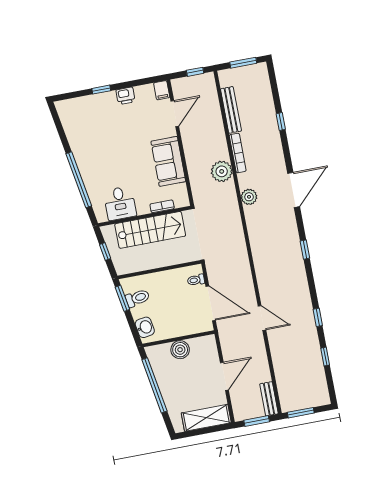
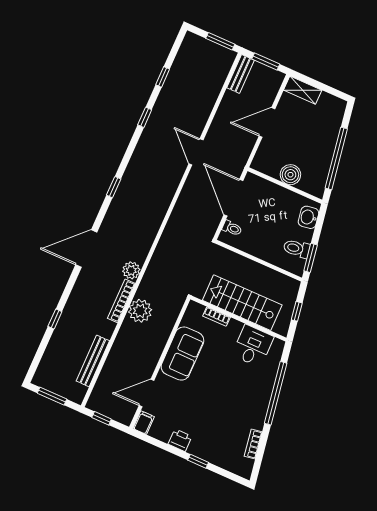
bookcase: (69, 131) -> (253, 444), added
bookcase: (238, 153) -> (121, 301), moved
shelving: (206, 418) -> (303, 90), width x0.67, depth x0.75

